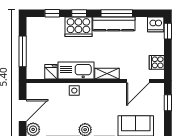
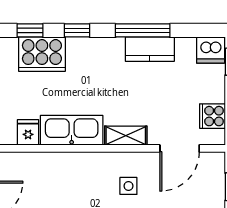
kitchen counter: (114, 24) -> (150, 49), width x0.67
cooker: (78, 27) -> (42, 54), moved
side table: (74, 91) -> (128, 186), moved

